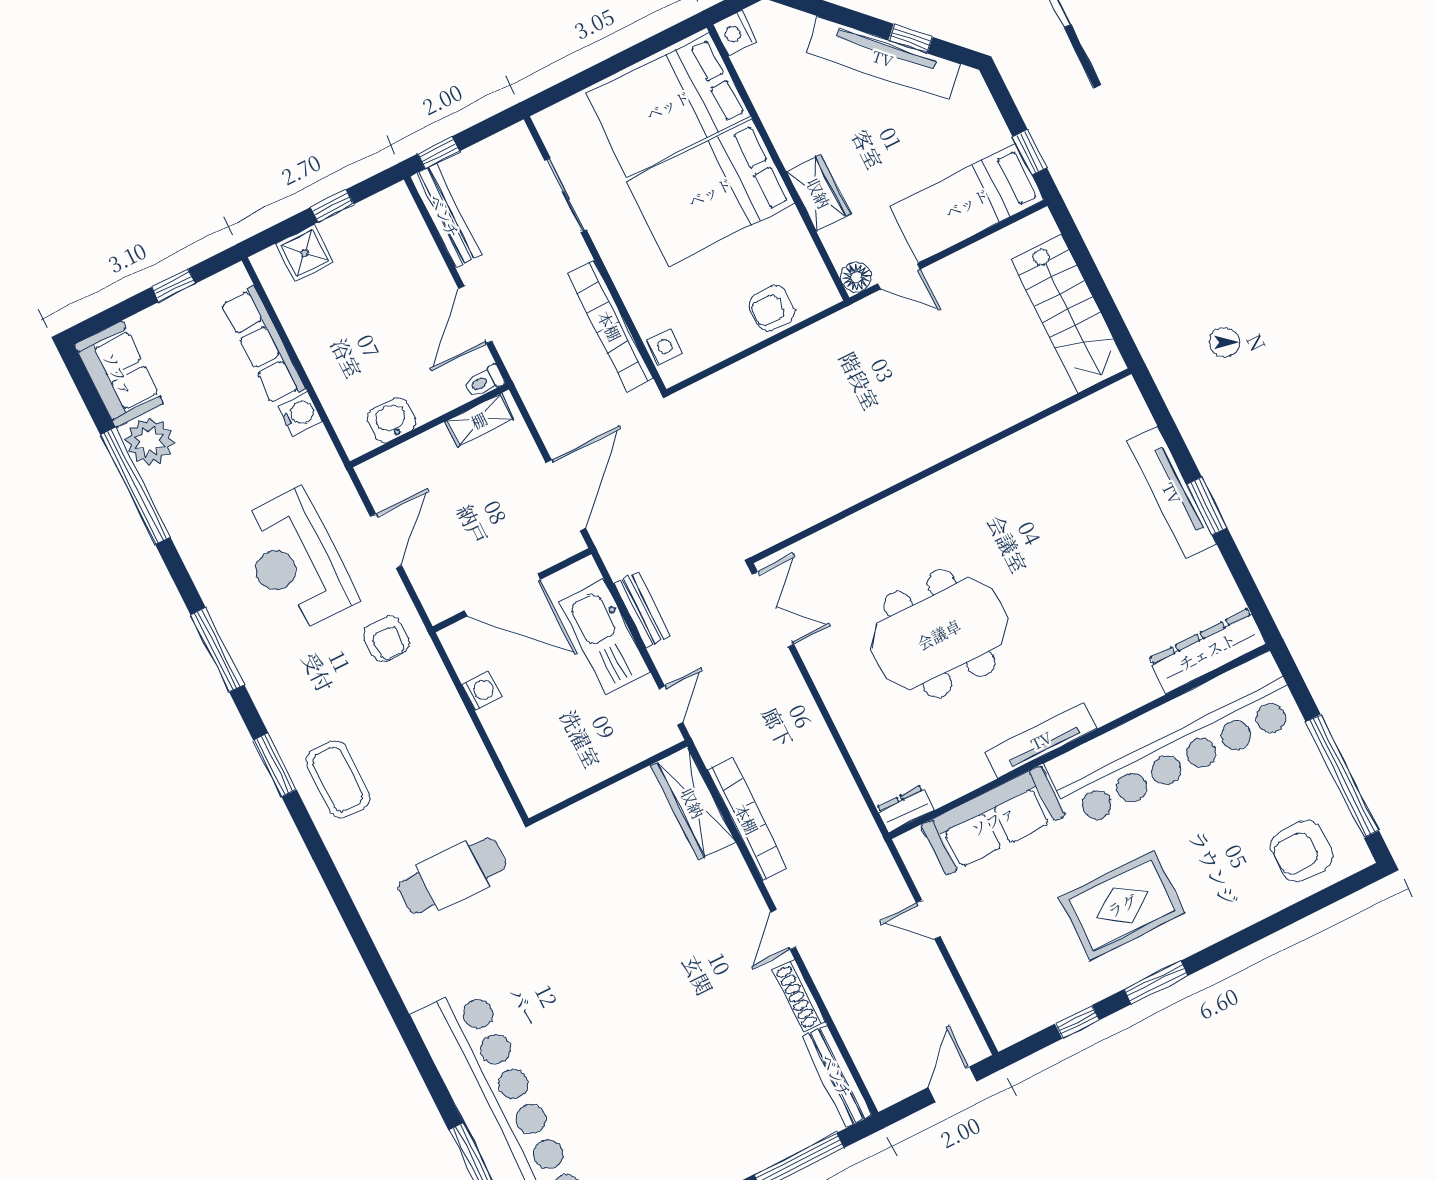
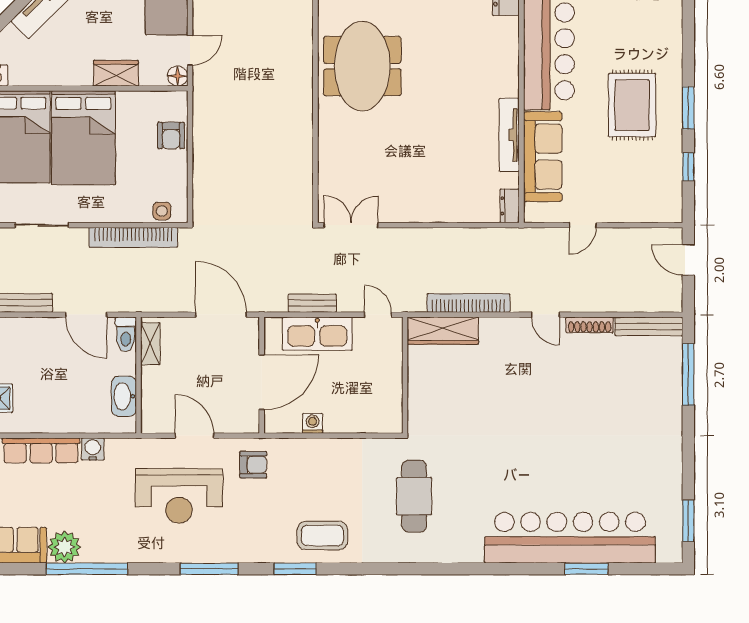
toilet: (484, 381) -> (126, 334), width x1.37, depth x1.39
washbasin: (391, 420) -> (124, 396), width x1.38
meeting table: (939, 634) -> (362, 66), moved
tv unit: (1041, 740) -> (509, 135), moved

